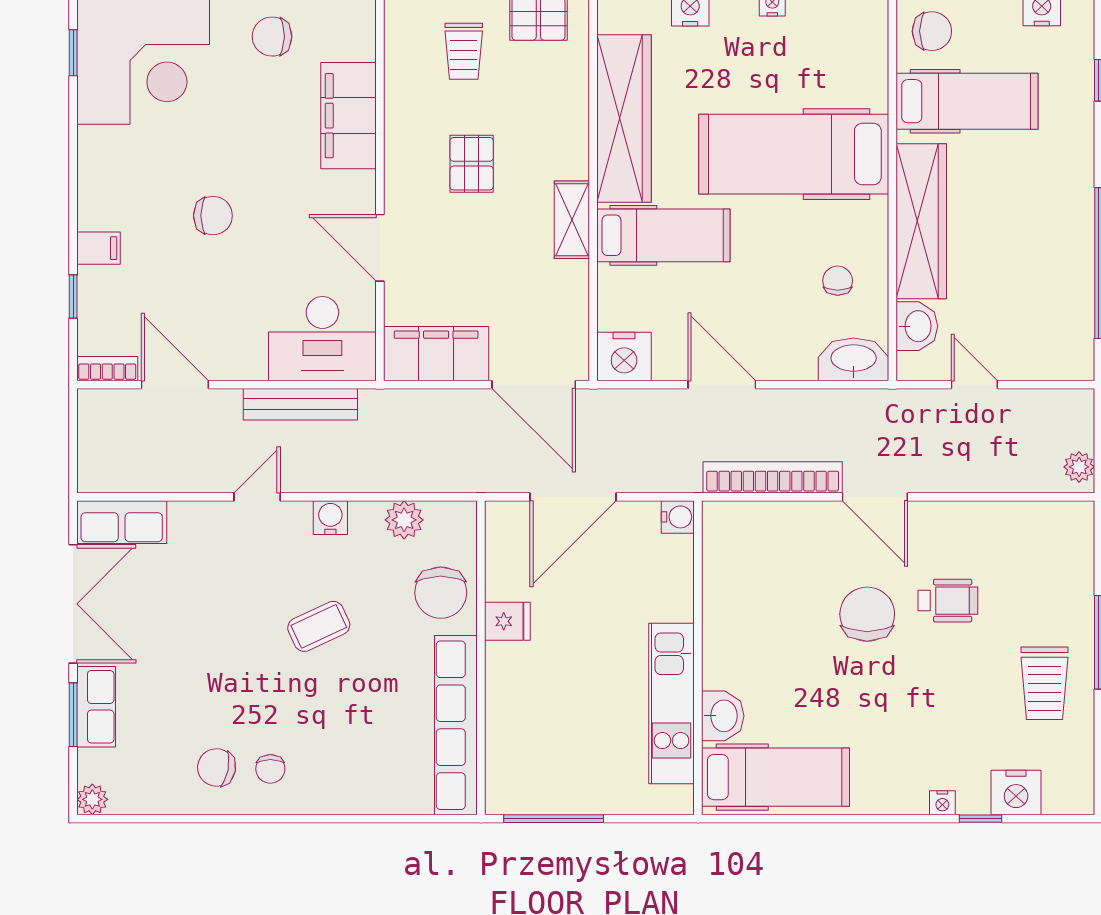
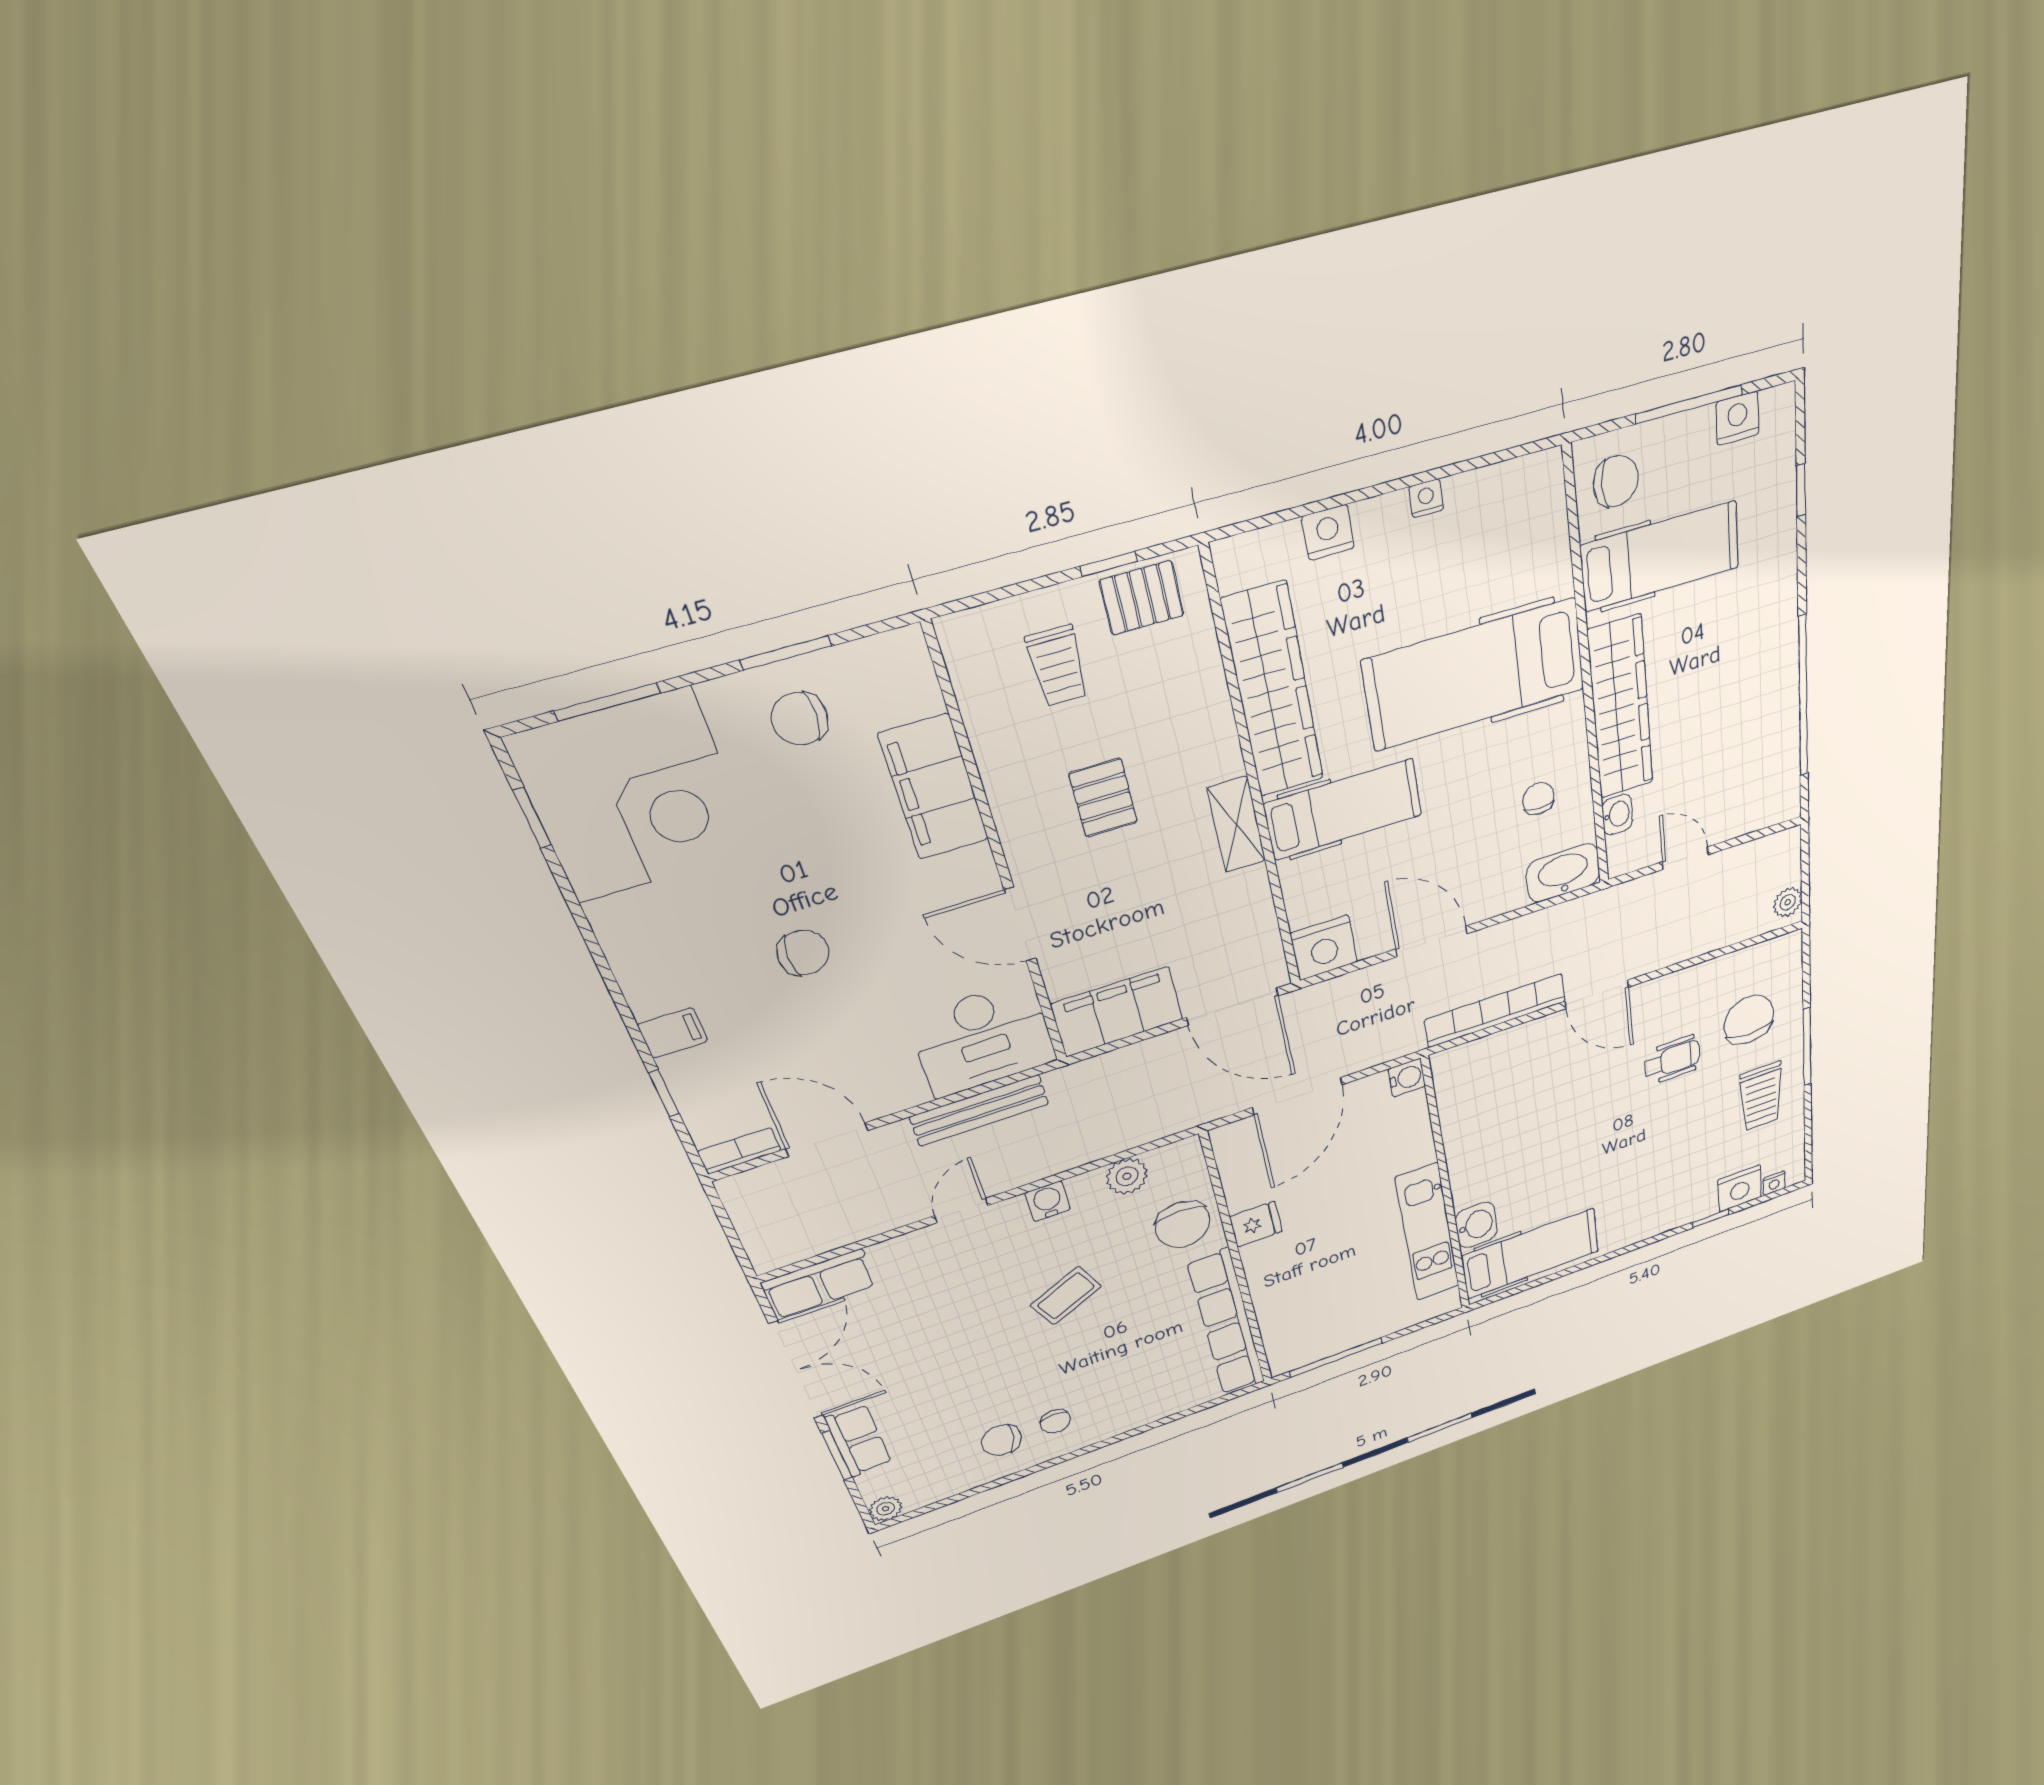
washbasin: (917, 326) -> (1617, 814), width x0.72, depth x0.69
chair: (867, 614) -> (1749, 1020), moved
nightstand: (942, 803) -> (1774, 1183), moved

